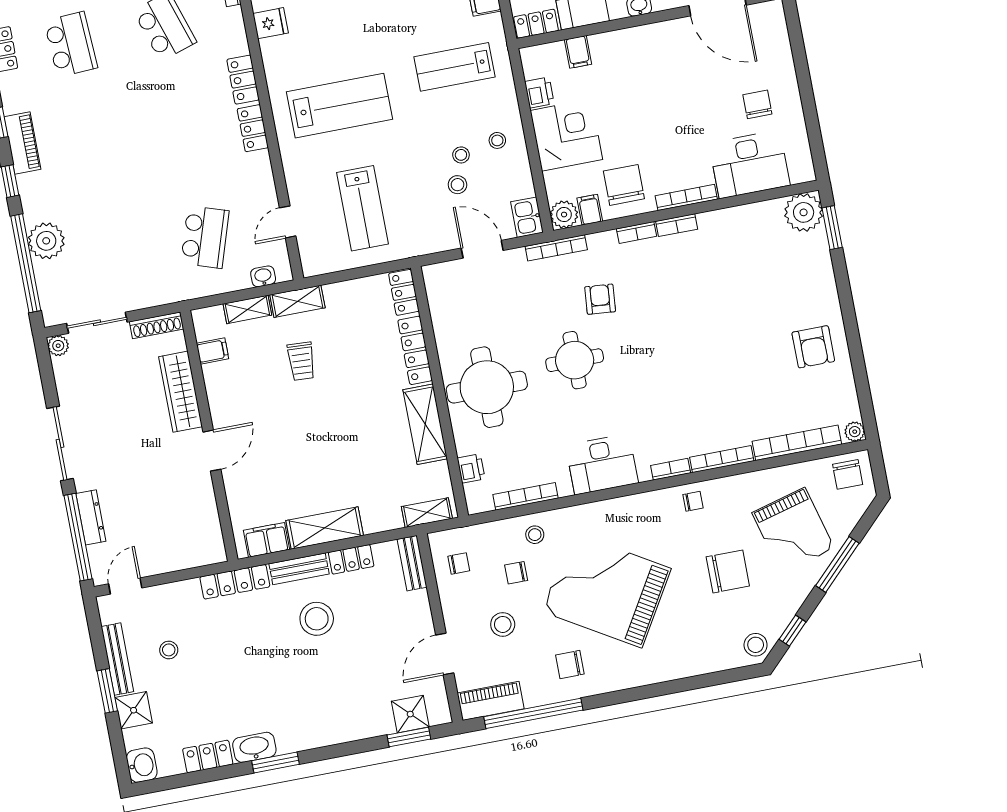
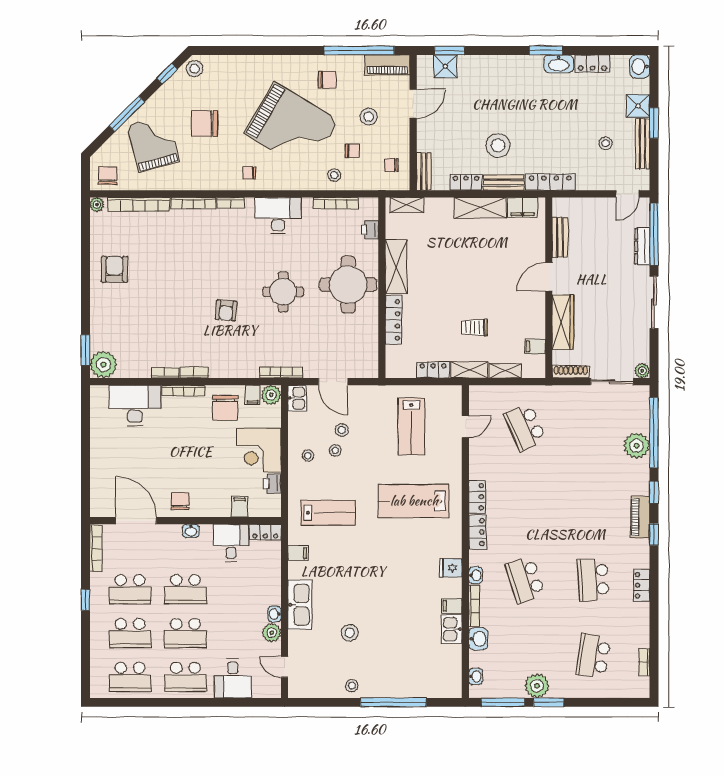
chair: (757, 104) -> (180, 501), moved, turned 180
lab bench: (362, 208) -> (411, 426), turned 180
bookcase: (636, 232) -> (165, 373), moved
school desk: (205, 237) -> (525, 427), turned -42
washbasin: (263, 276) -> (476, 575), moved, turned -90
locker: (404, 292) -> (433, 370), moved, turned -90
armchair: (600, 299) -> (226, 310), moved
trolley: (301, 361) -> (474, 327), turned -93
chair: (693, 501) -> (249, 173), moved
bench: (207, 508) -> (560, 237), added

